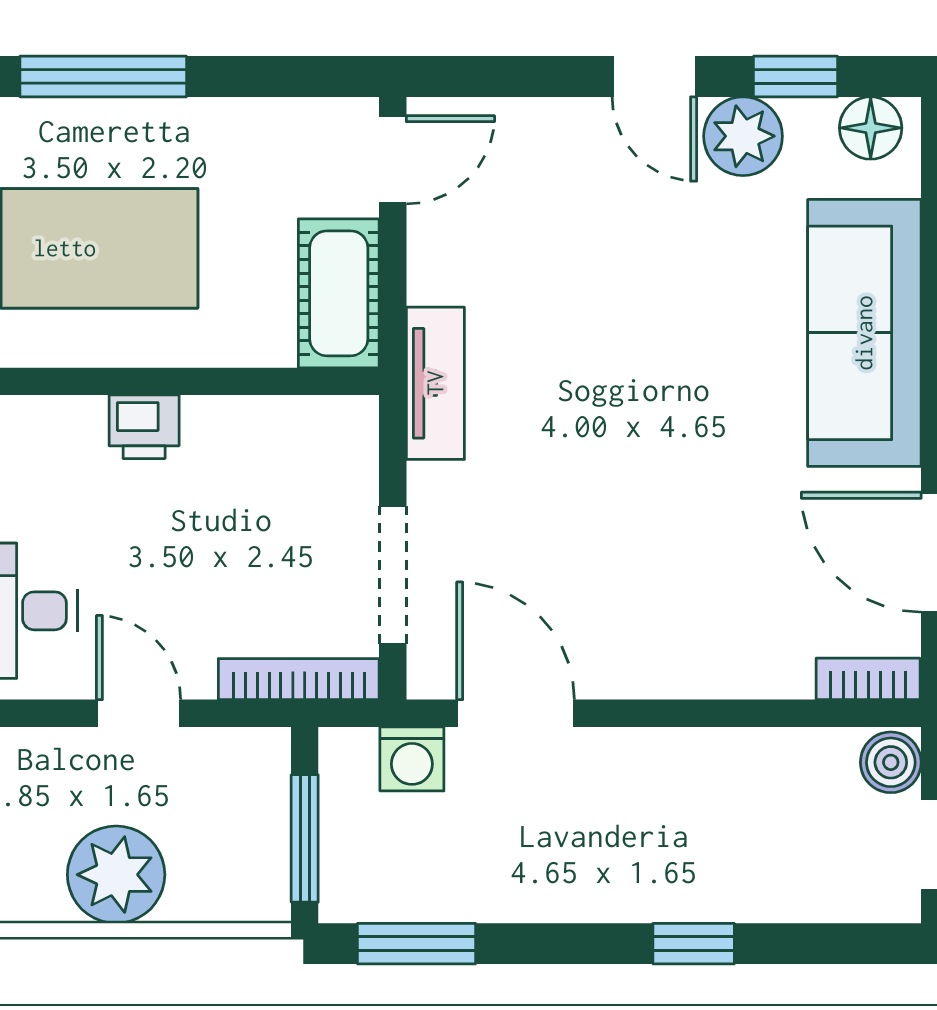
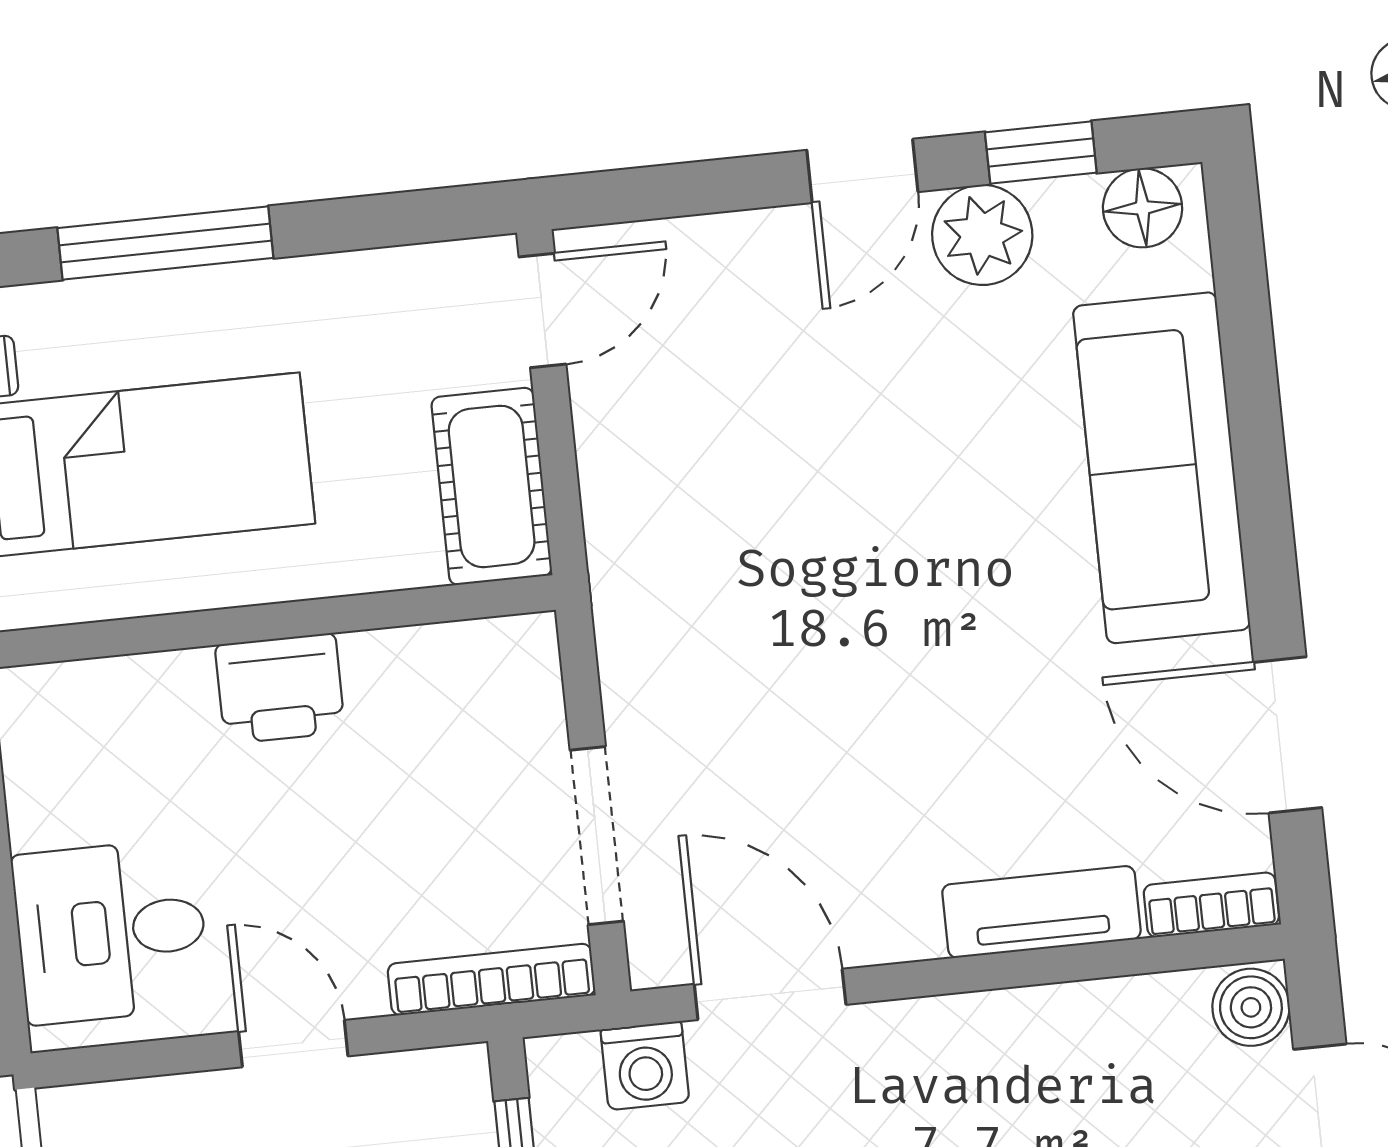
door: (654, 76) -> (862, 171), hinge flipped
tv unit: (435, 383) -> (1041, 912), moved, turned -90
printer: (144, 427) -> (280, 689), width x1.36, depth x1.24

